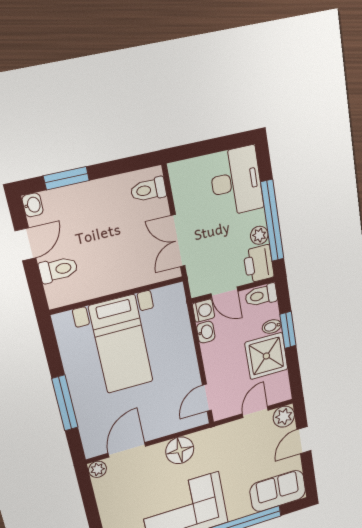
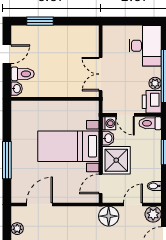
toilet: (148, 190) -> (88, 39), removed
washbasin: (33, 205) -> (17, 89), moved
bidet: (272, 326) -> (154, 186), moved
bed with nightstands: (121, 344) -> (68, 146), moved, turned 90
shower: (266, 356) -> (116, 160), moved
floor lamp: (180, 450) -> (109, 216), moved
plant: (97, 469) -> (17, 229), moved

